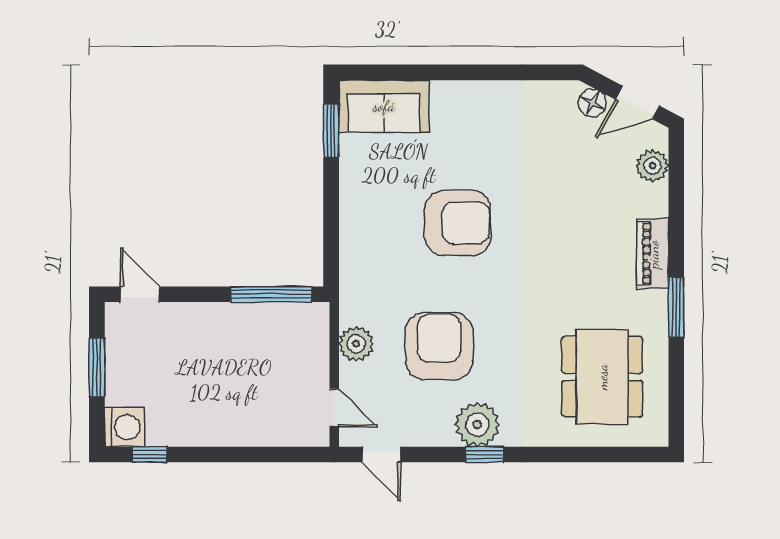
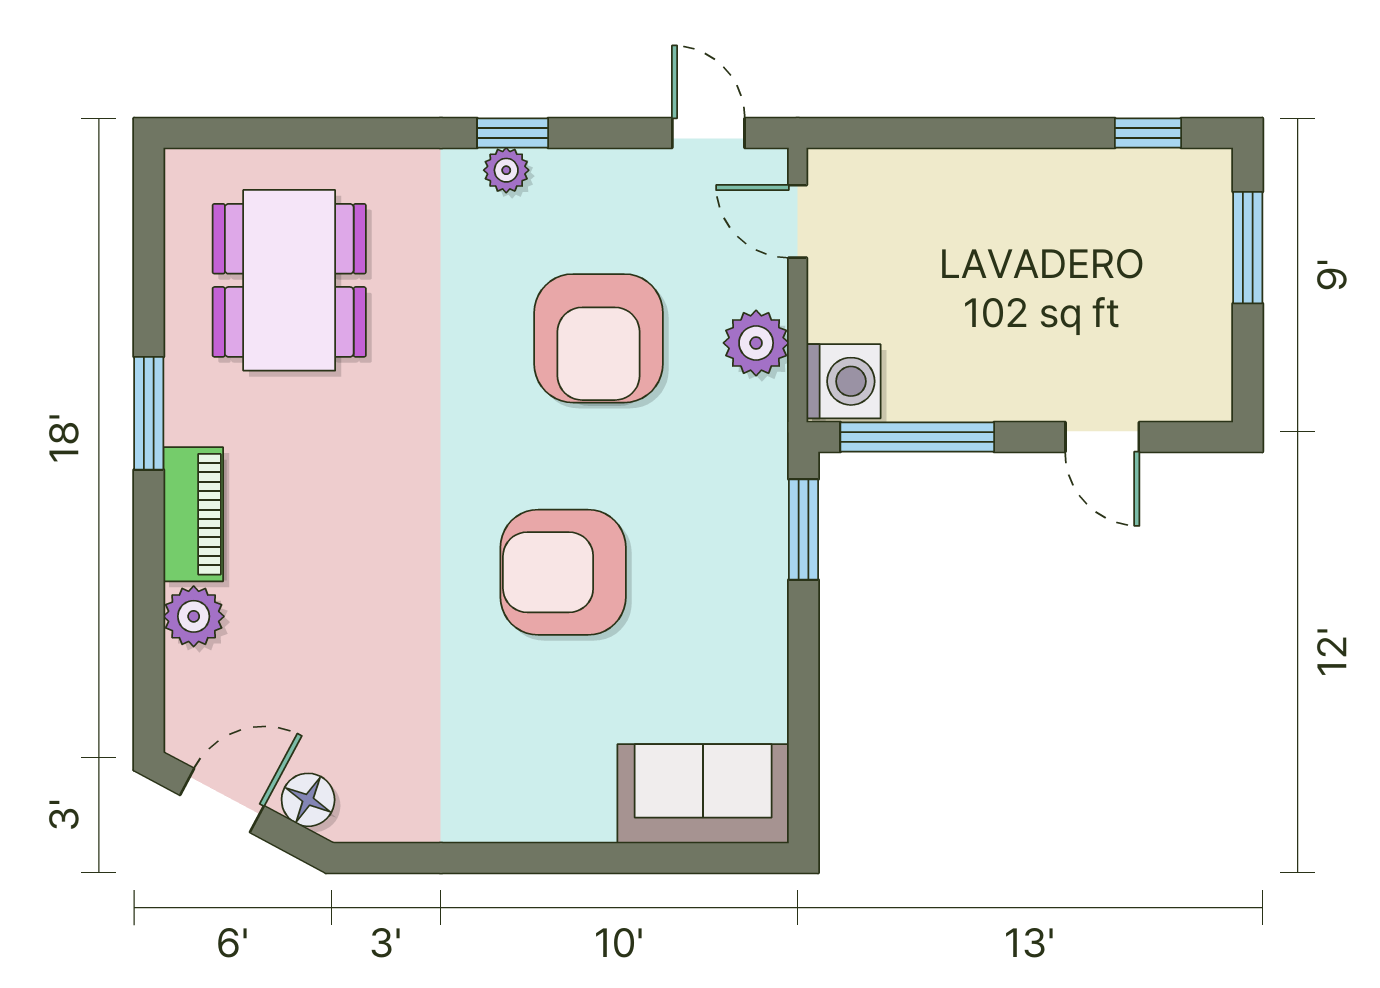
window: (331, 131) -> (803, 530), moved
plant: (653, 166) -> (194, 616), moved
door: (140, 294) -> (1102, 437), moved
window: (97, 367) -> (1248, 248), moved
plant: (477, 424) -> (506, 170), width x0.53, depth x0.53
washing machine: (124, 427) -> (843, 381), moved, turned 180

